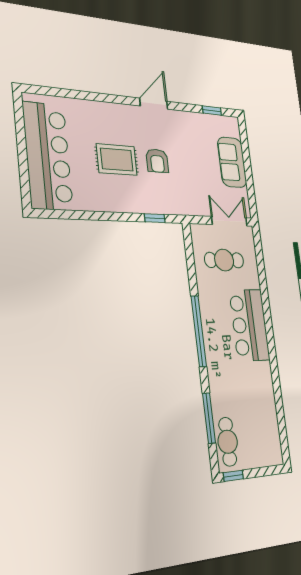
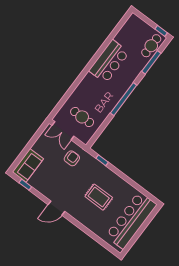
armchair: (157, 161) -> (72, 158), moved
sofa: (232, 162) -> (28, 165), moved
bar counter: (250, 325) -> (109, 62), moved

